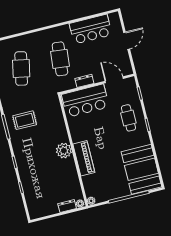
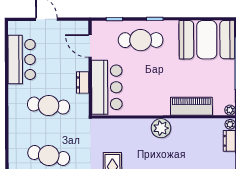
door: (114, 80) -> (90, 46), hinge flipped
cafe table: (128, 118) -> (141, 40), width x1.37, depth x1.35
piano: (84, 158) -> (191, 106), moved

